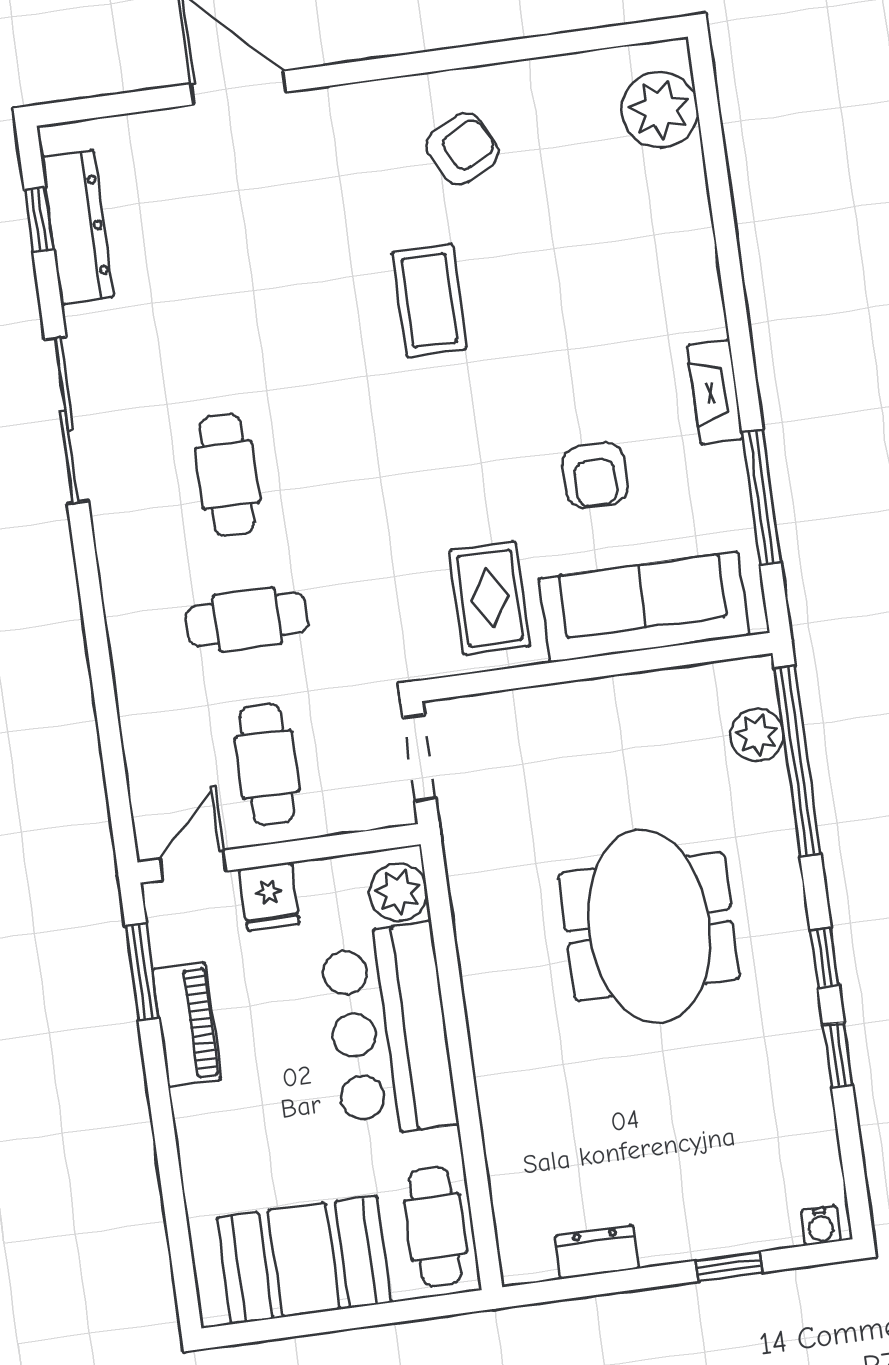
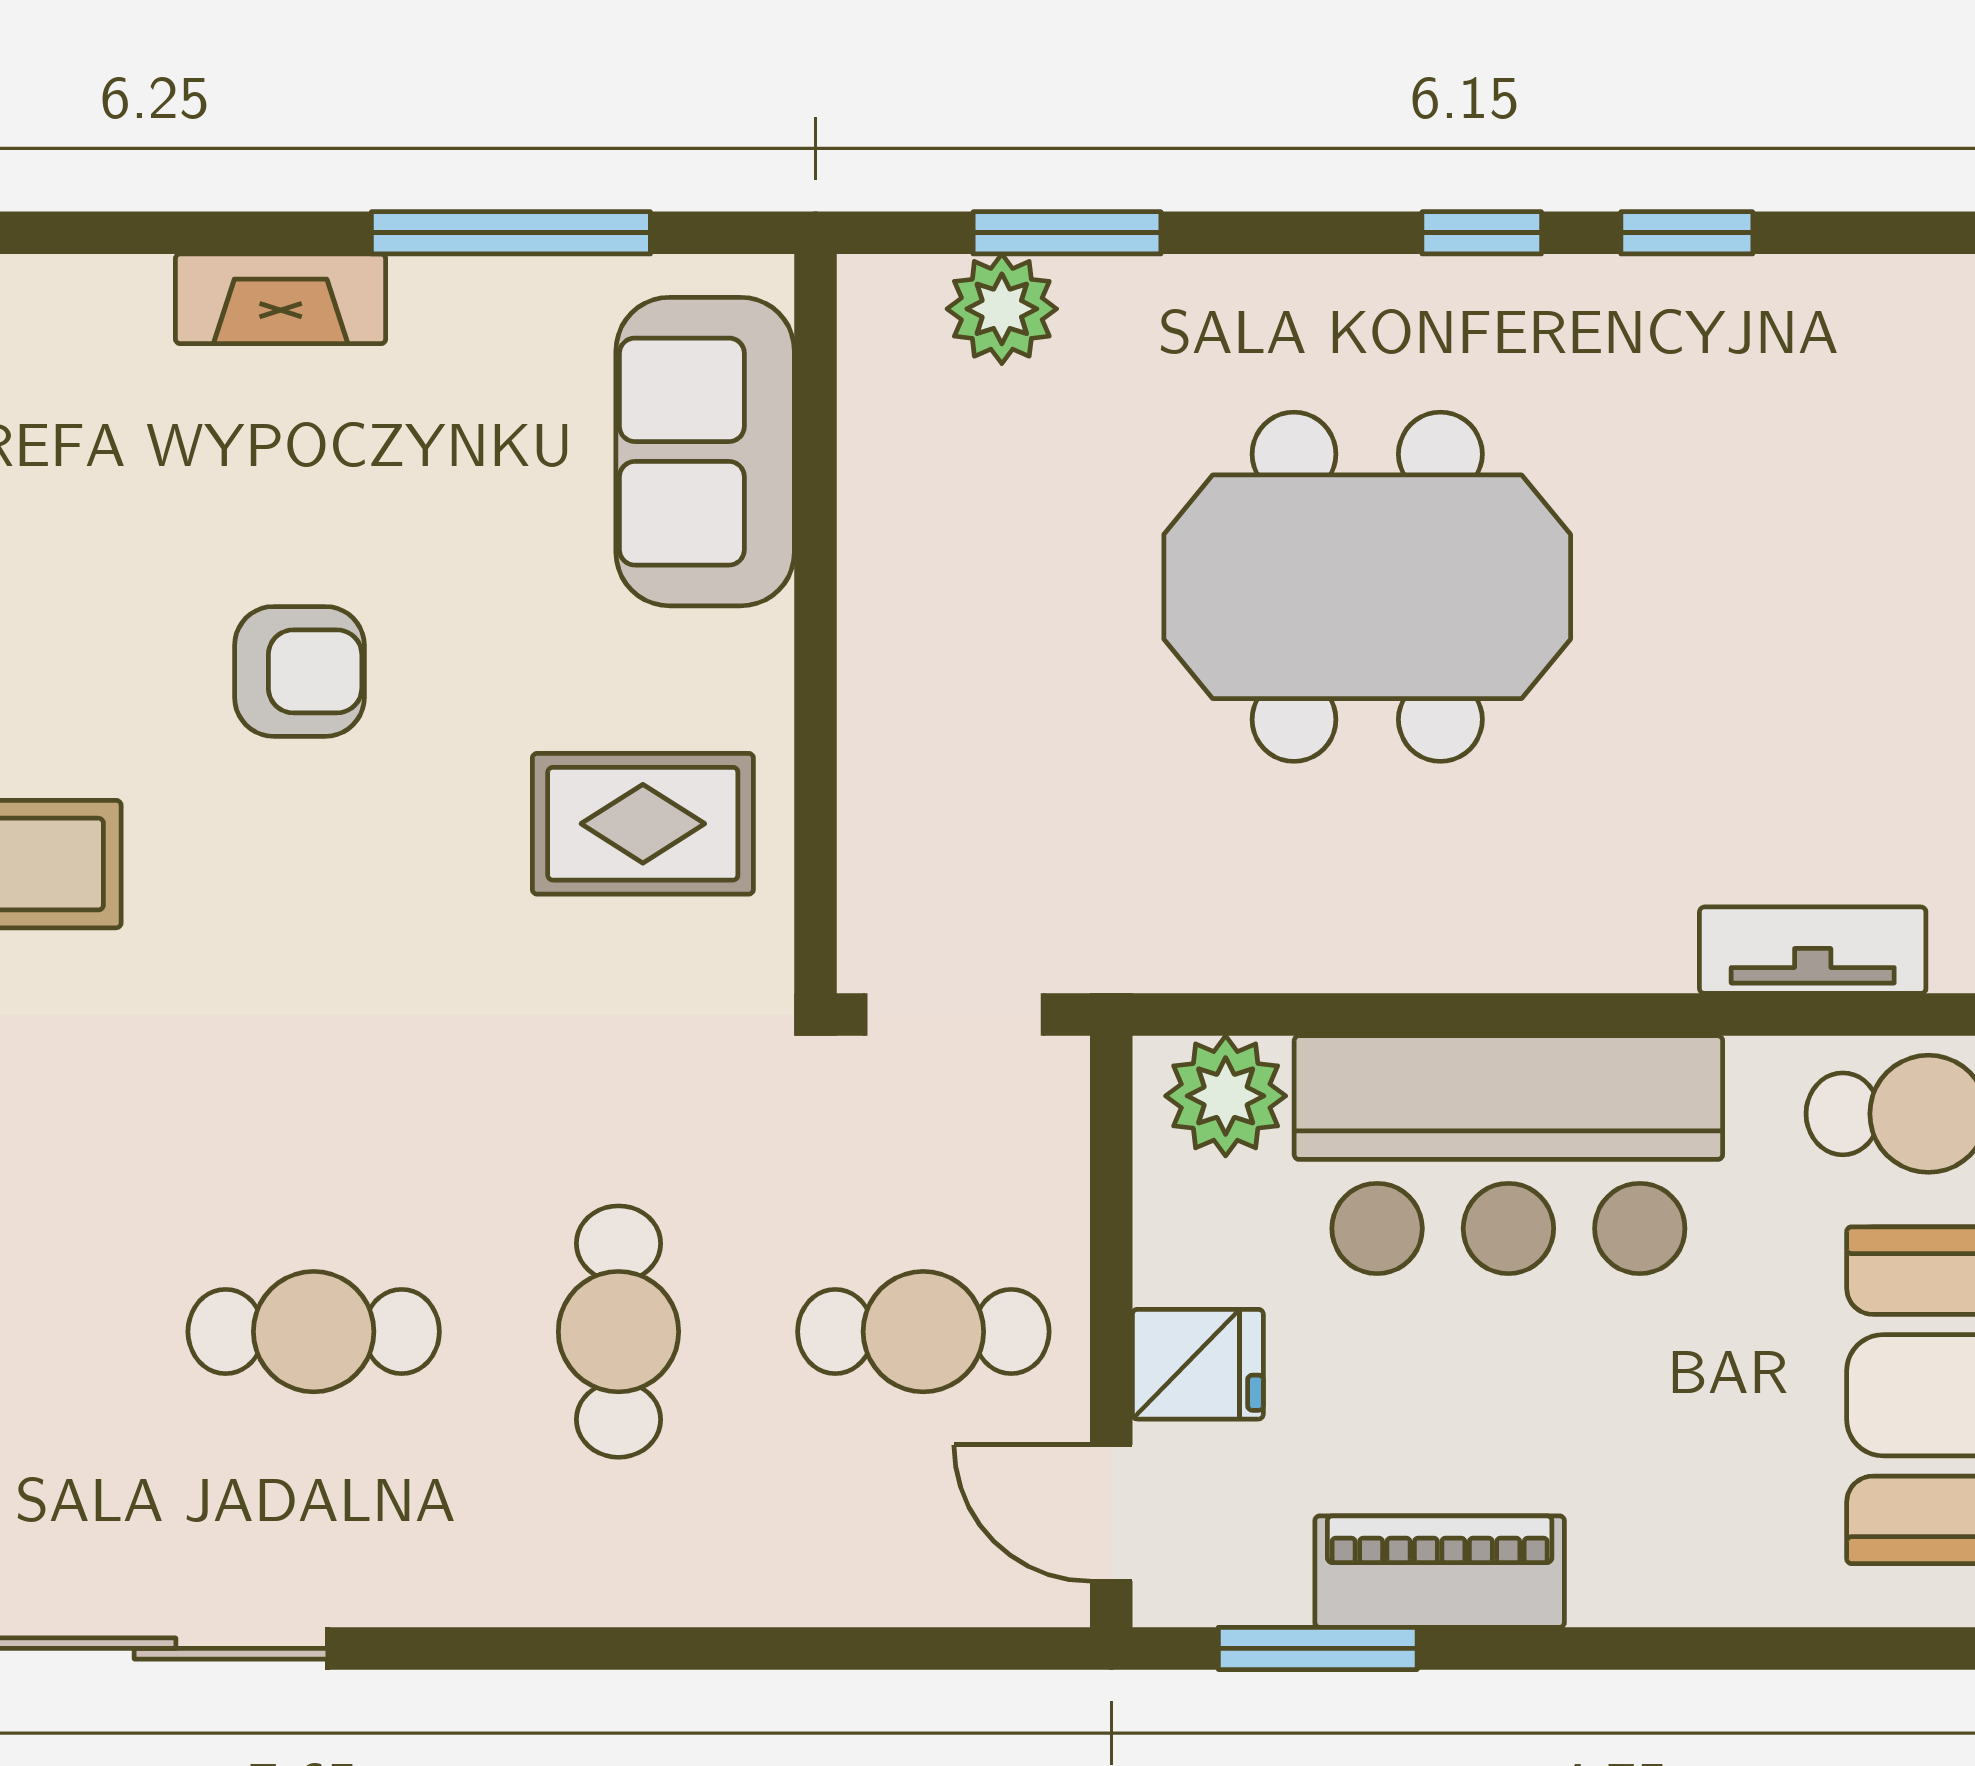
armchair: (595, 475) -> (299, 671), moved
sofa: (644, 607) -> (705, 452), width x0.73
window: (798, 761) -> (1067, 233), width x0.47
tv unit: (506, 1161) -> (1813, 950), added

